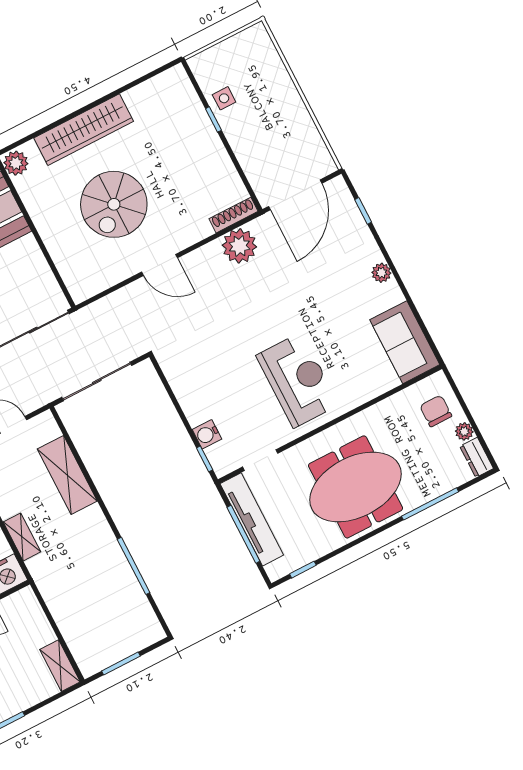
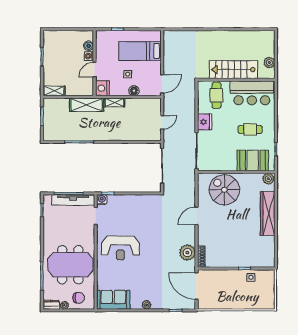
spiral stairs: (114, 204) -> (224, 190), moved
water cooler: (207, 434) -> (102, 200), moved
shelving: (67, 475) -> (87, 105), moved
meeting table: (355, 487) -> (70, 265), moved, turned 90

